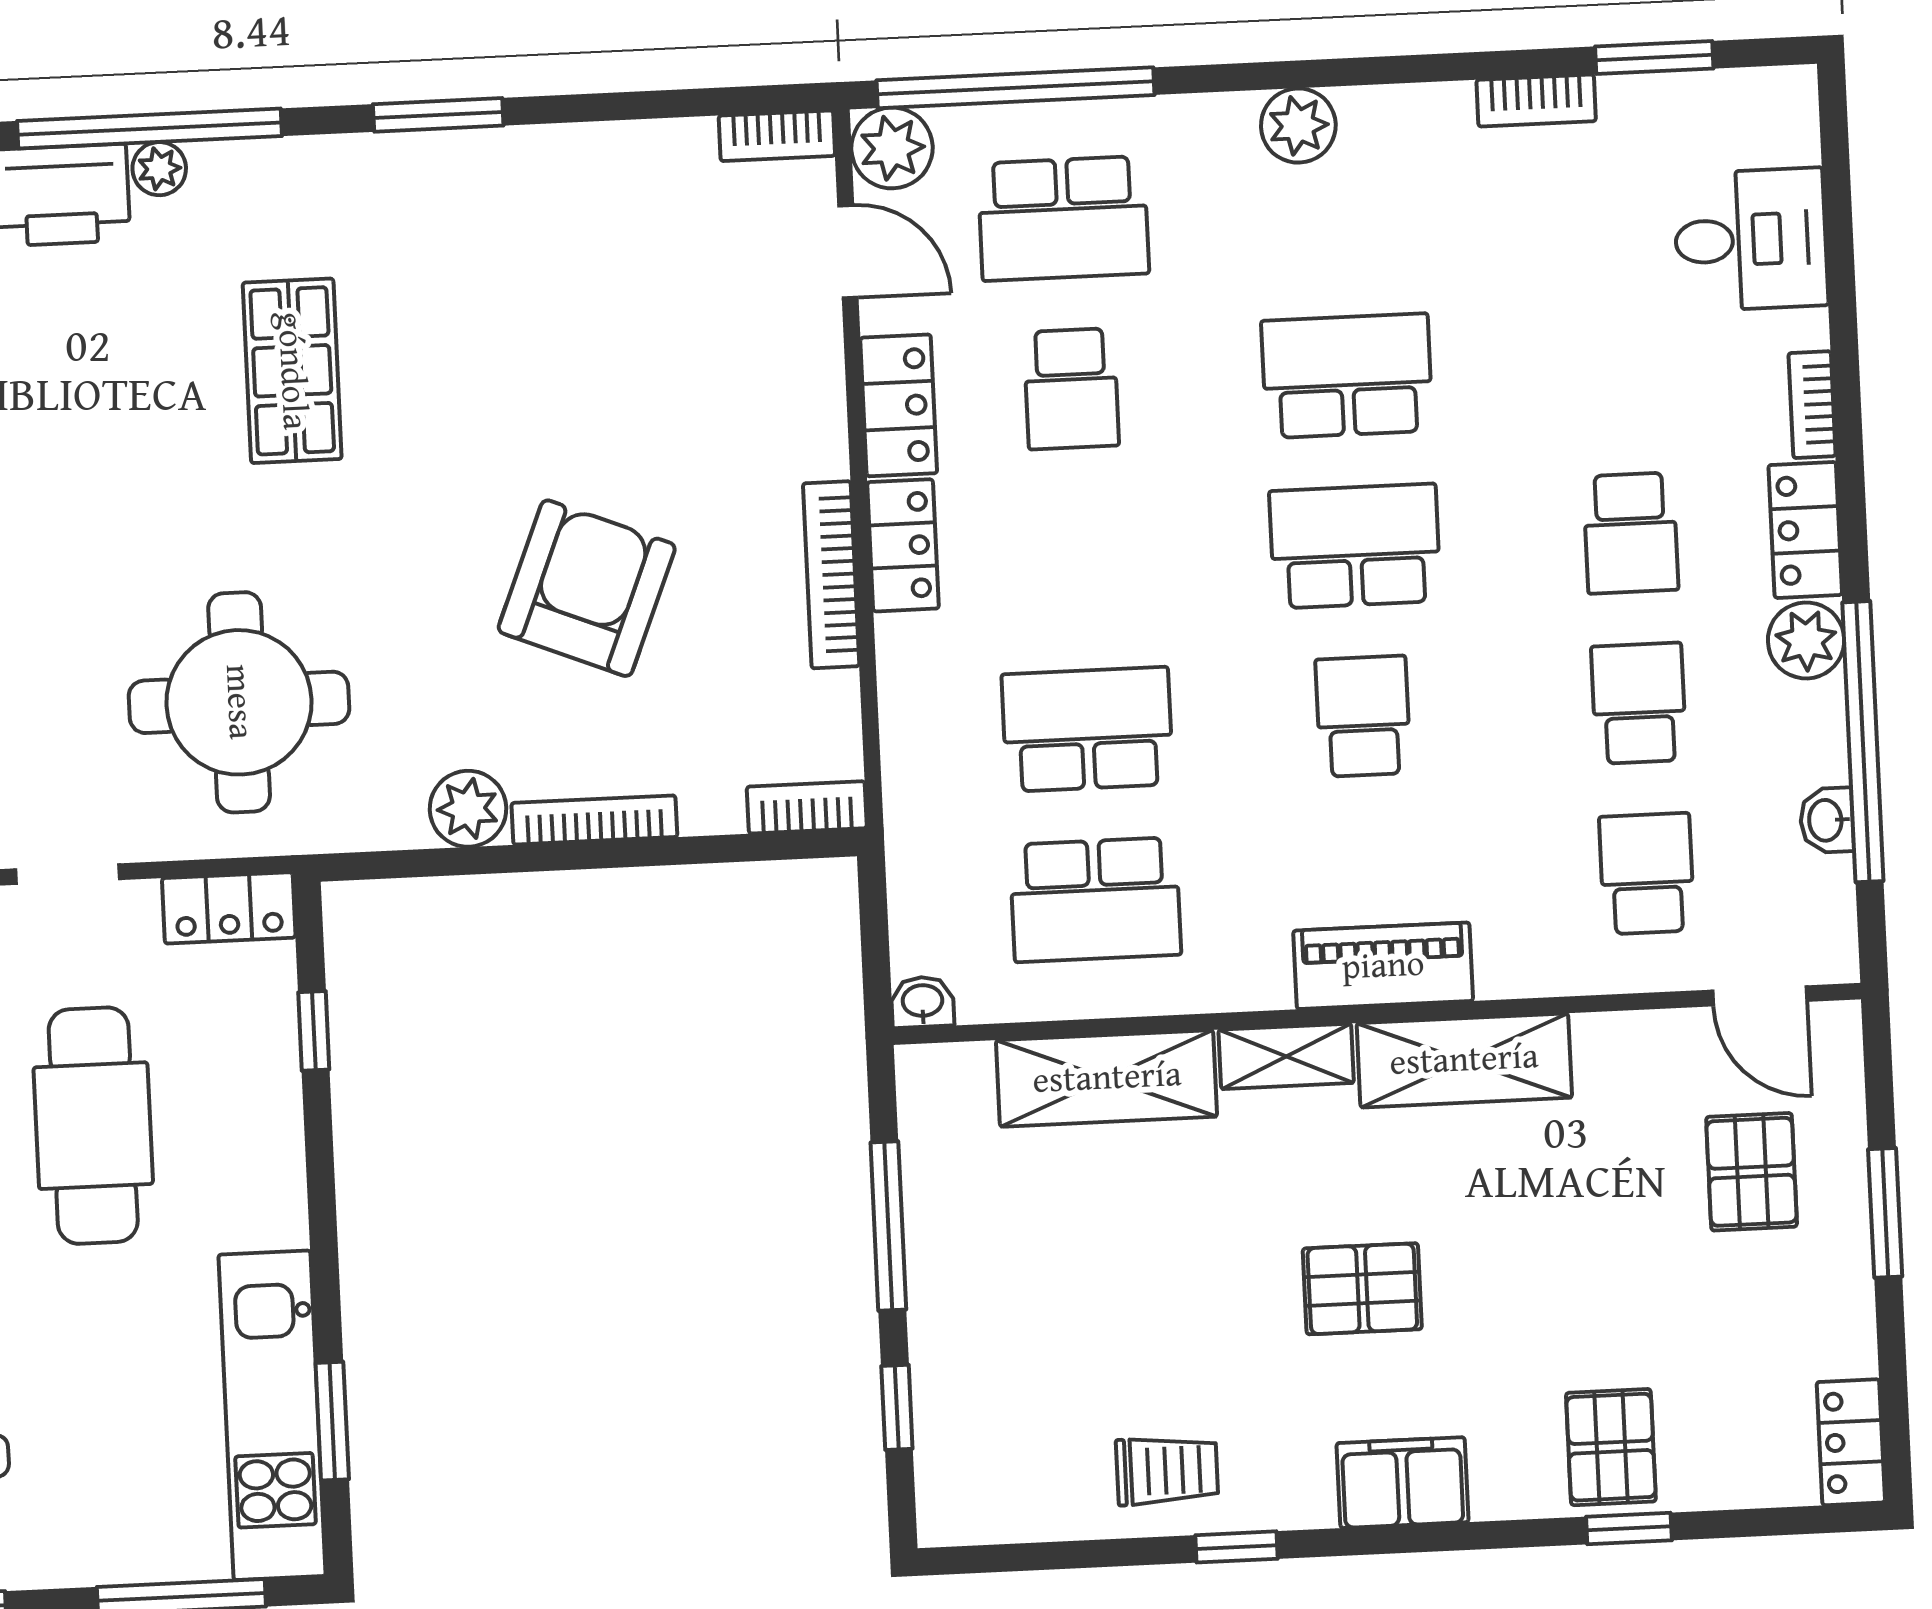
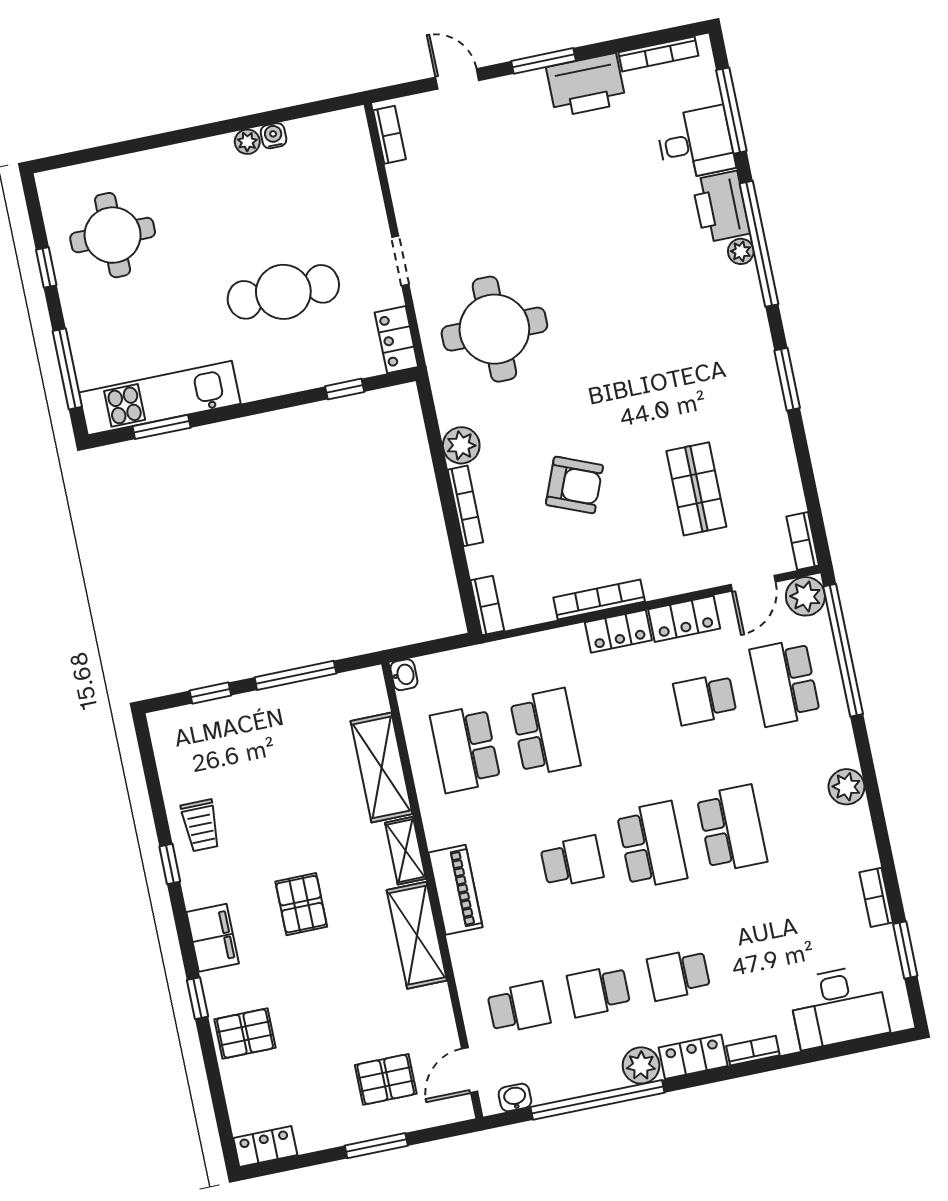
desk: (1751, 240) -> (838, 1007), width x1.37
shop shelf: (292, 371) -> (696, 489), moved, turned 90
armchair: (587, 588) -> (574, 485), width x0.73, depth x0.73
school desk: (1639, 703) -> (599, 991), turned 180
washbasin: (1827, 820) -> (515, 1098), moved
window: (1629, 1528) -> (198, 998), moved

